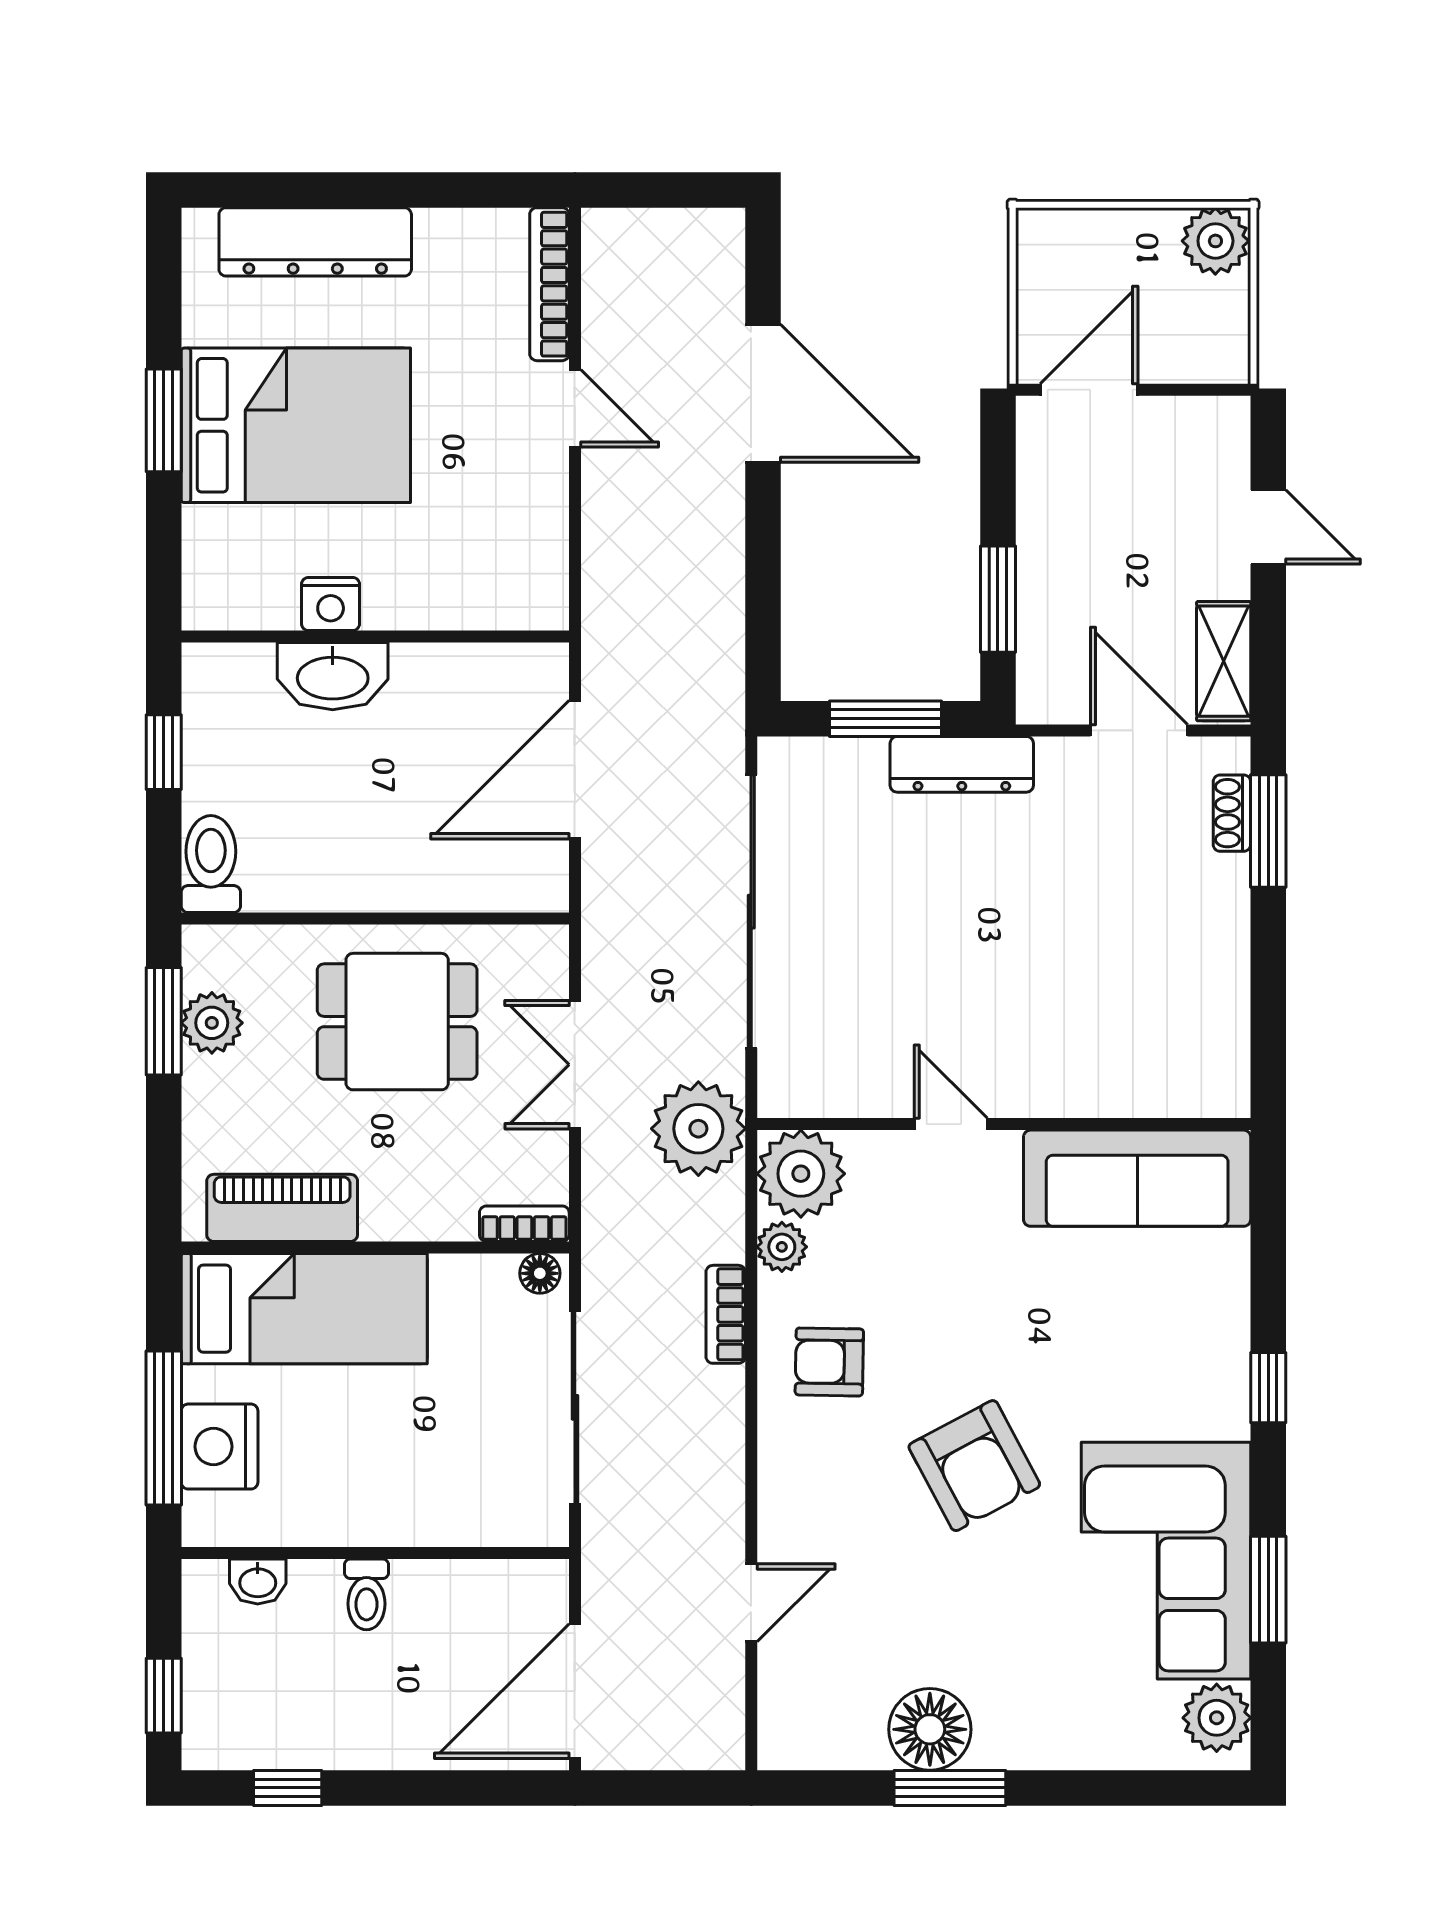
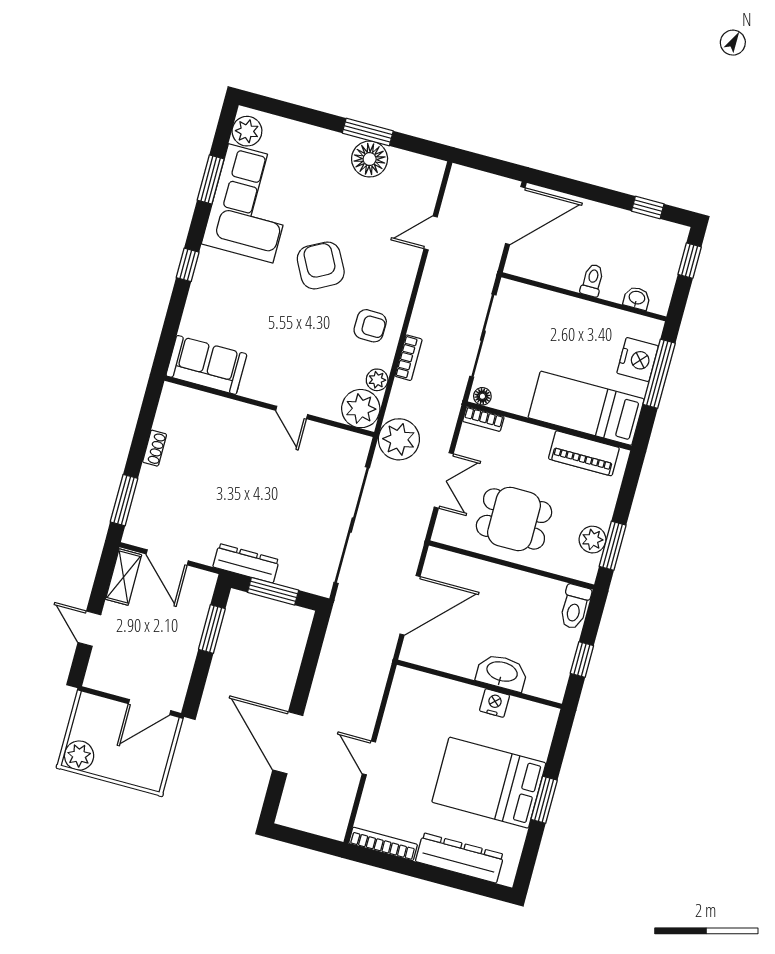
bookcase: (549, 284) -> (383, 844), moved, turned -90
shoe rack: (1232, 813) -> (155, 448), moved
sofa: (1137, 1178) -> (206, 365), width x0.73

